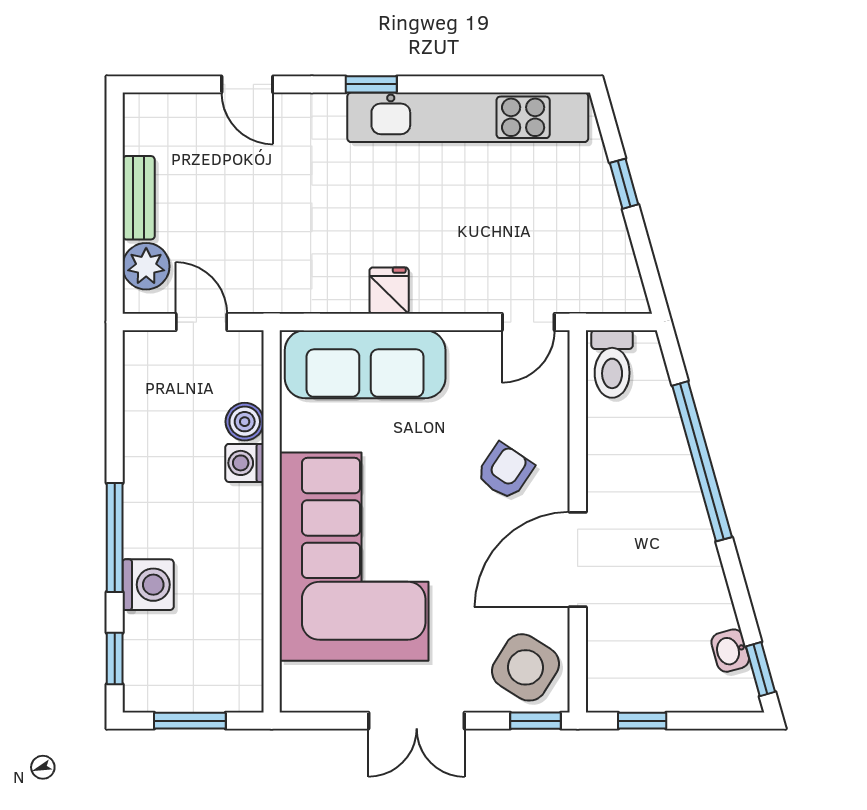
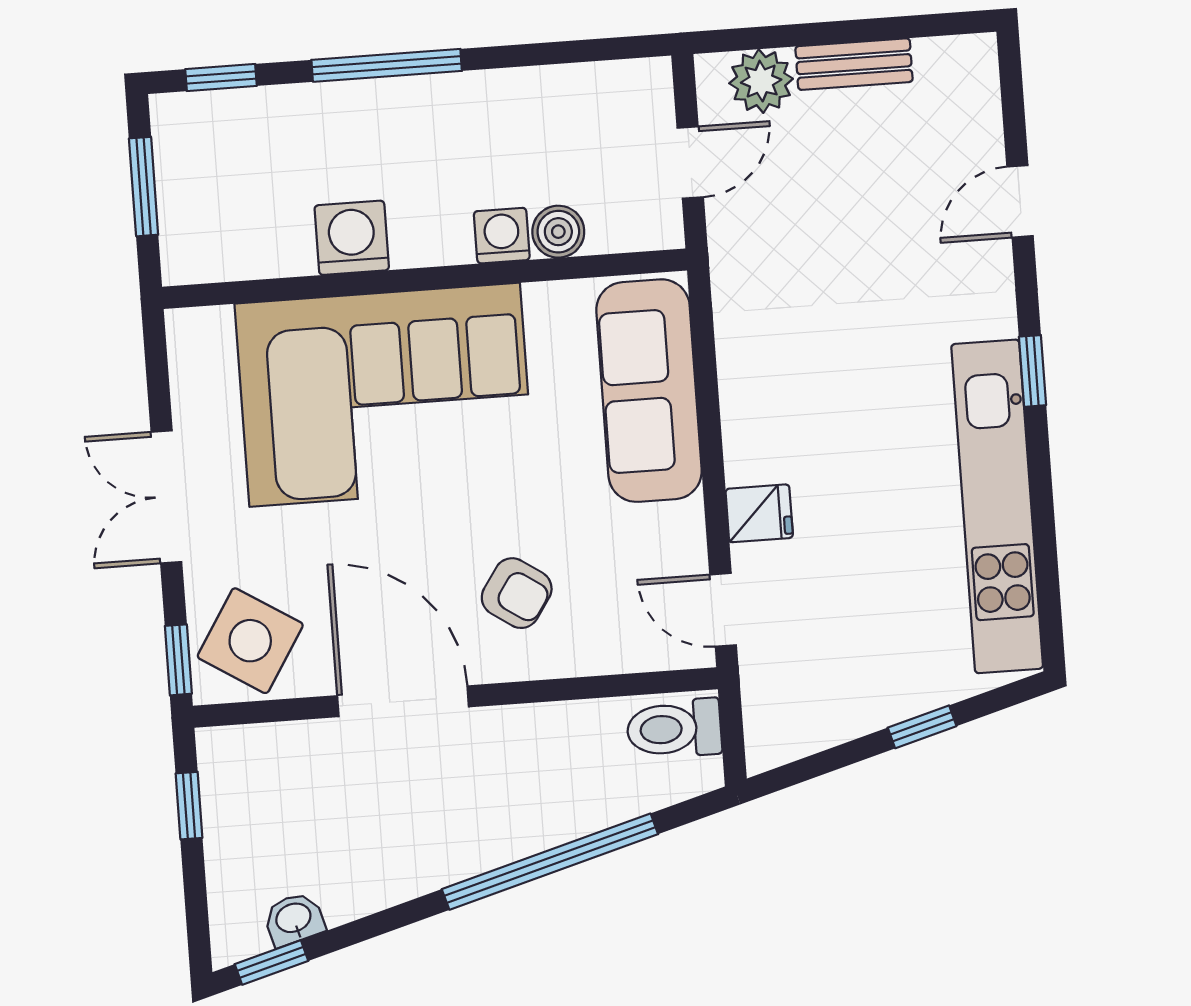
fridge: (389, 291) -> (759, 513), moved
washing machine: (148, 585) -> (352, 238), moved, turned 180

